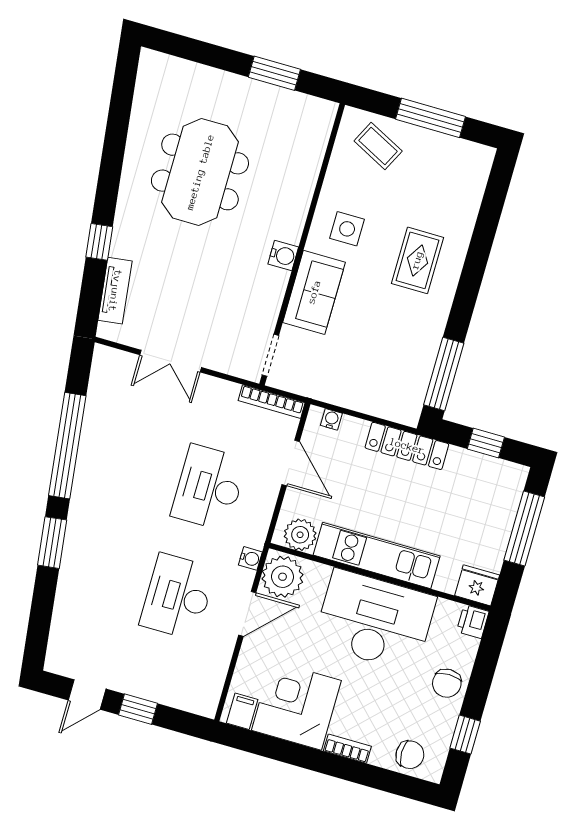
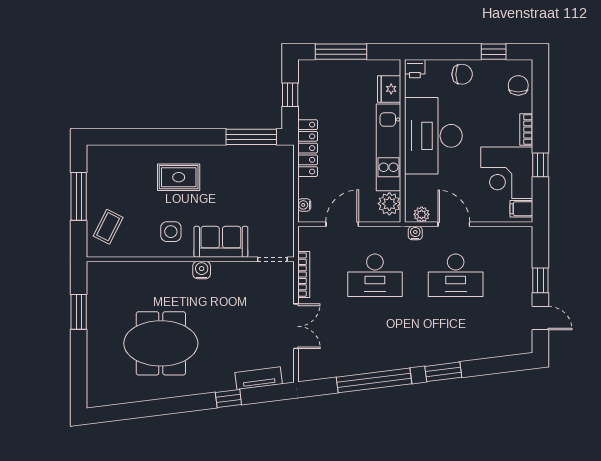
bookcase: (272, 402) -> (304, 275), moved
plant: (283, 577) -> (422, 214), width x0.53, depth x0.53
fridge: (477, 585) -> (389, 89), moved
window: (294, 754) -> (540, 165), added

